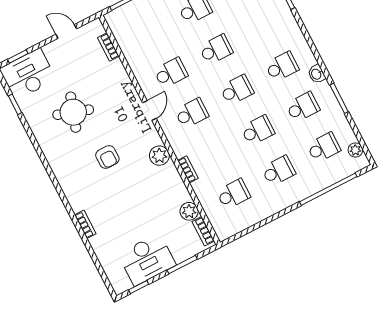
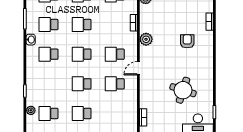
armchair: (107, 157) -> (187, 41), moved

